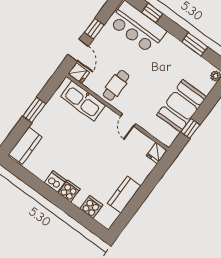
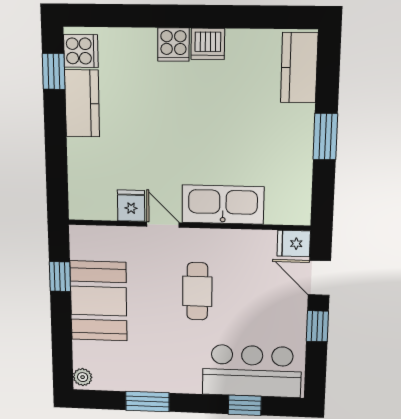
cafe table: (116, 85) -> (197, 291), moved
kitchen sink: (83, 101) -> (223, 205), moved
fridge: (157, 153) -> (131, 206), moved
cooker: (91, 207) -> (81, 51), moved, turned -90
window: (126, 216) -> (54, 71), added

